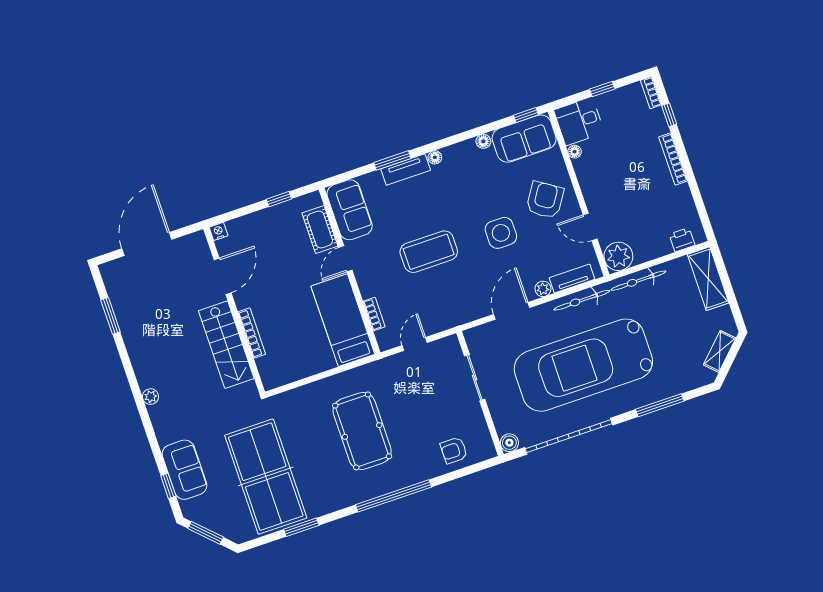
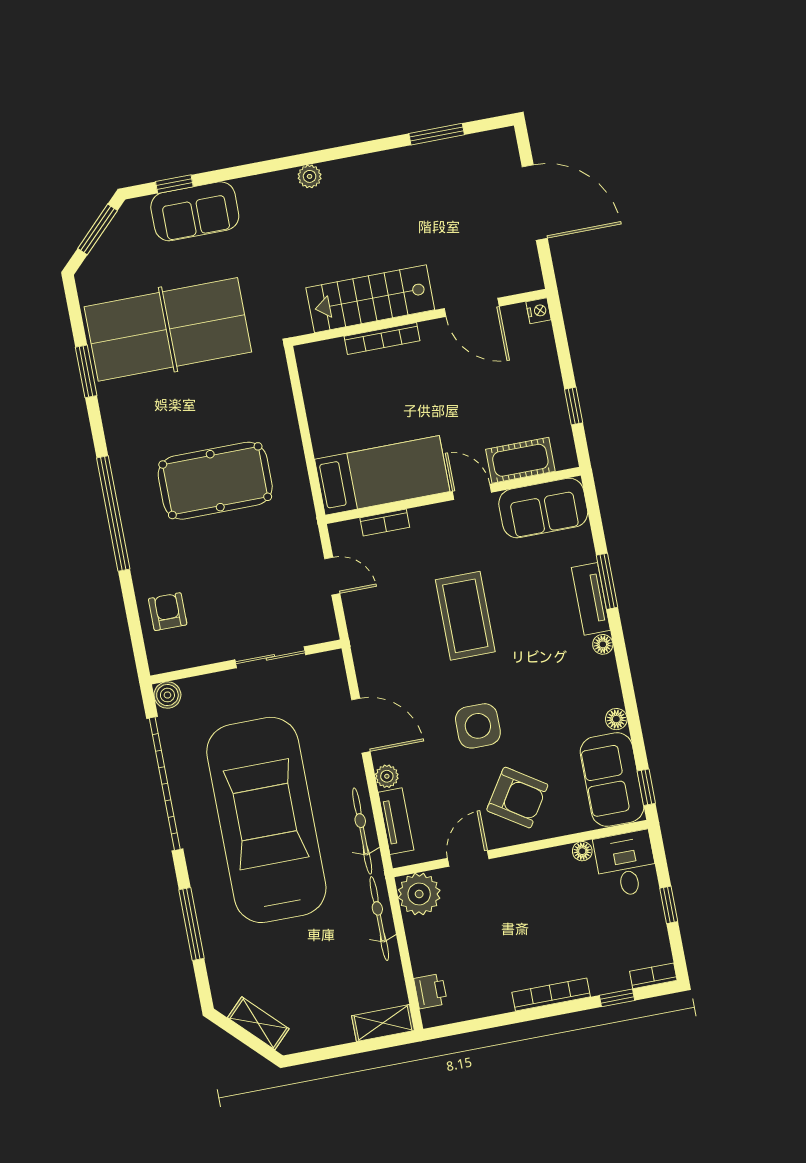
shelving: (708, 279) -> (383, 1023), width x0.67, depth x0.75

